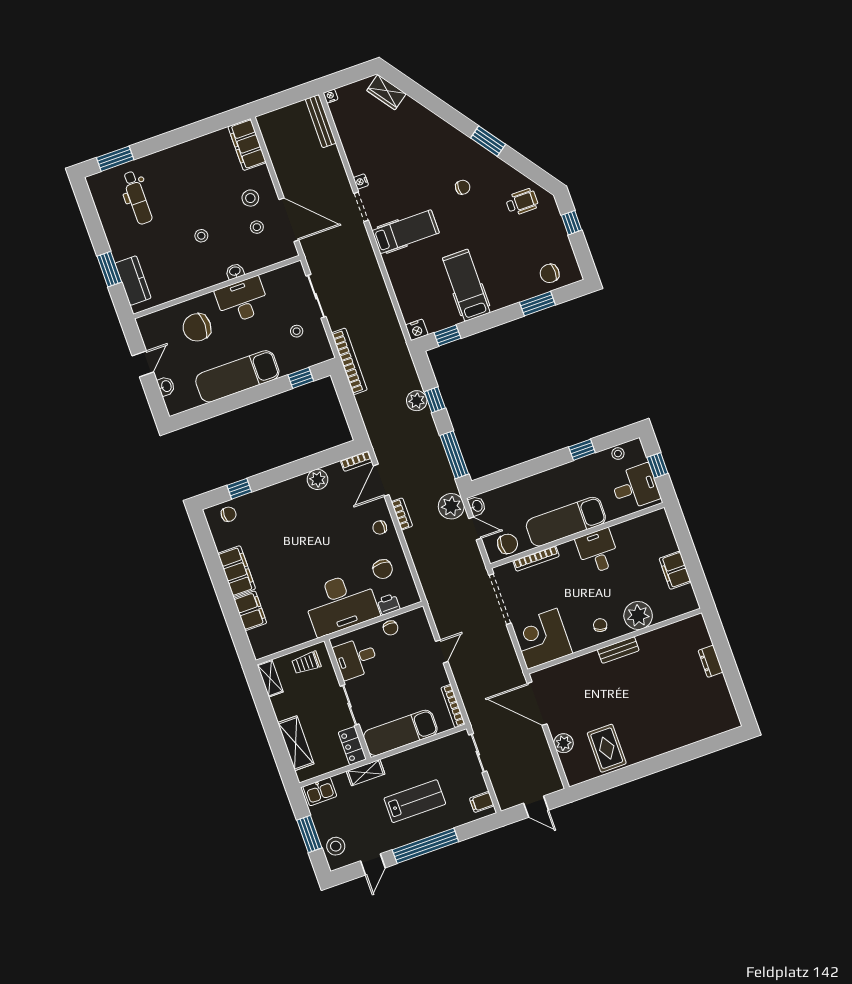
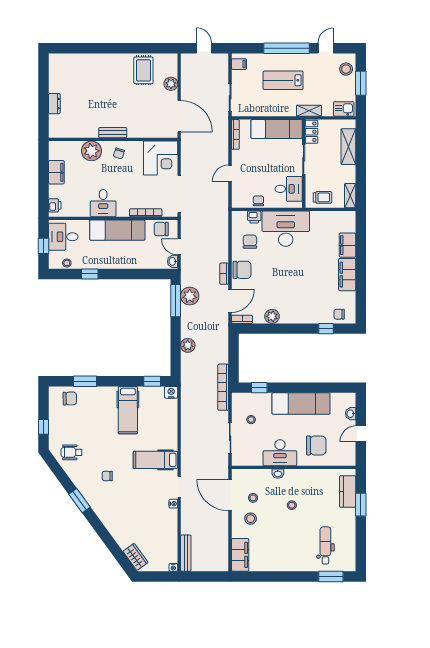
window: (435, 400) -> (176, 342), removed
plant: (451, 506) -> (190, 296), moved
printer: (662, 525) -> (55, 205), added
chair: (380, 528) -> (242, 270), width x1.87, depth x1.87

